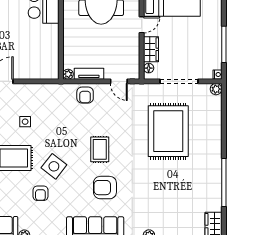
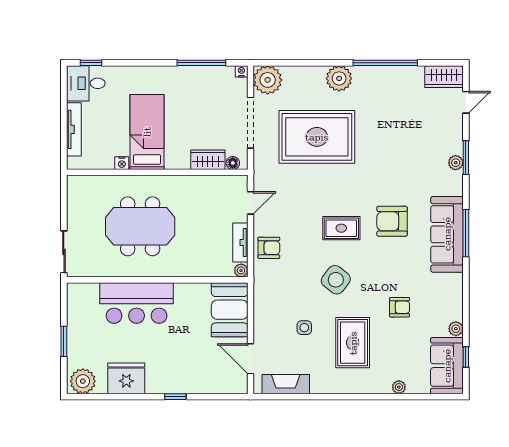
door: (142, 25) -> (175, 172), removed
booth: (39, 66) -> (230, 310), added
plant: (216, 89) -> (268, 80), width x1.88, depth x1.88
plant: (212, 148) -> (339, 78), added
side table: (54, 166) -> (336, 280), moved
armchair: (105, 188) -> (392, 221), turned 90

